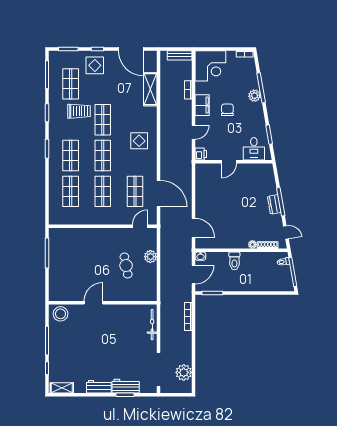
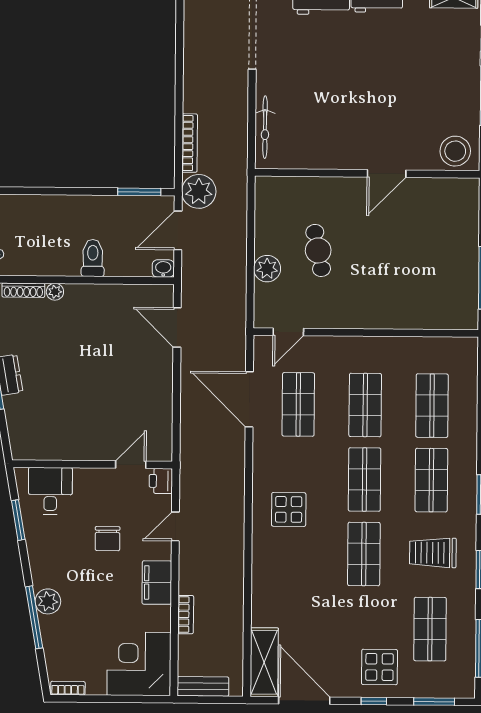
shelving: (150, 89) -> (264, 662), moved
chair: (227, 110) -> (108, 539), moved
trolley: (79, 111) -> (433, 553), moved
door: (229, 162) -> (131, 465), moved
plant: (184, 372) -> (199, 191), moved

